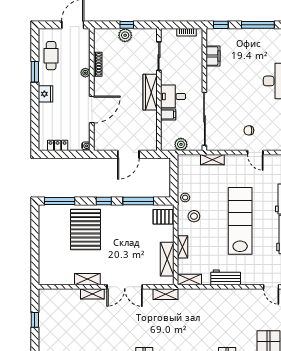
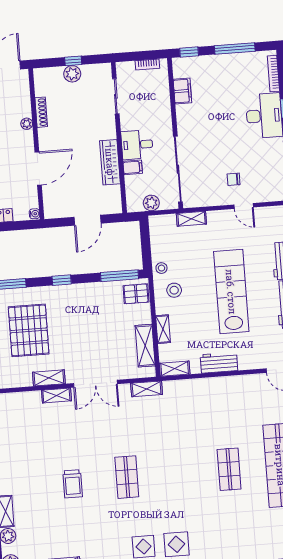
wardrobe: (150, 92) -> (110, 162), moved
window: (138, 201) -> (119, 276), moved
pallet: (85, 229) -> (29, 330), moved

